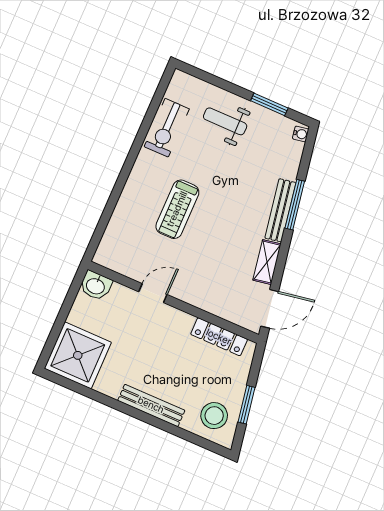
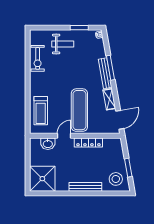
weight bench: (225, 121) -> (63, 44), turned 180
treadmill: (177, 209) -> (41, 111), moved
exercise mat: (203, 258) -> (79, 110), added
washbasin: (96, 286) -> (48, 144), moved
locker: (219, 337) -> (88, 142), moved

